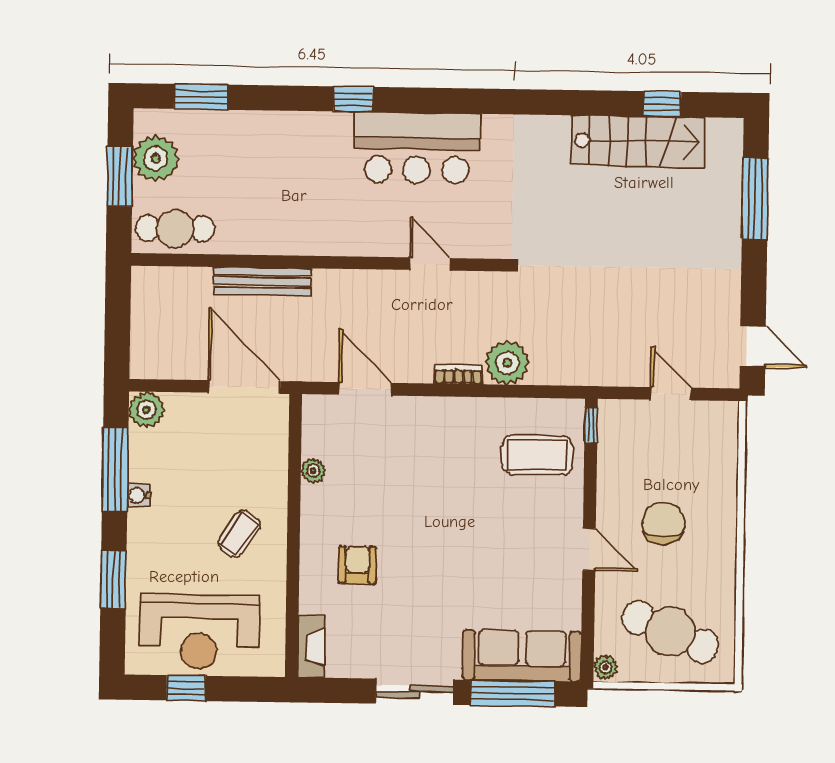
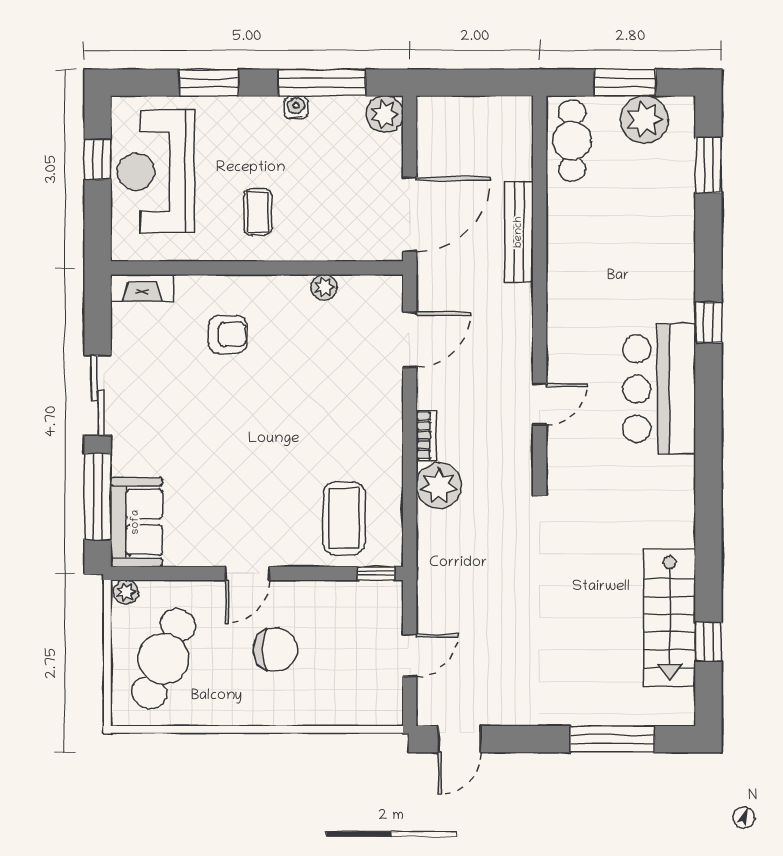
coffee table: (239, 534) -> (258, 212), turned 56
sofa: (522, 656) -> (136, 522), width x0.73

